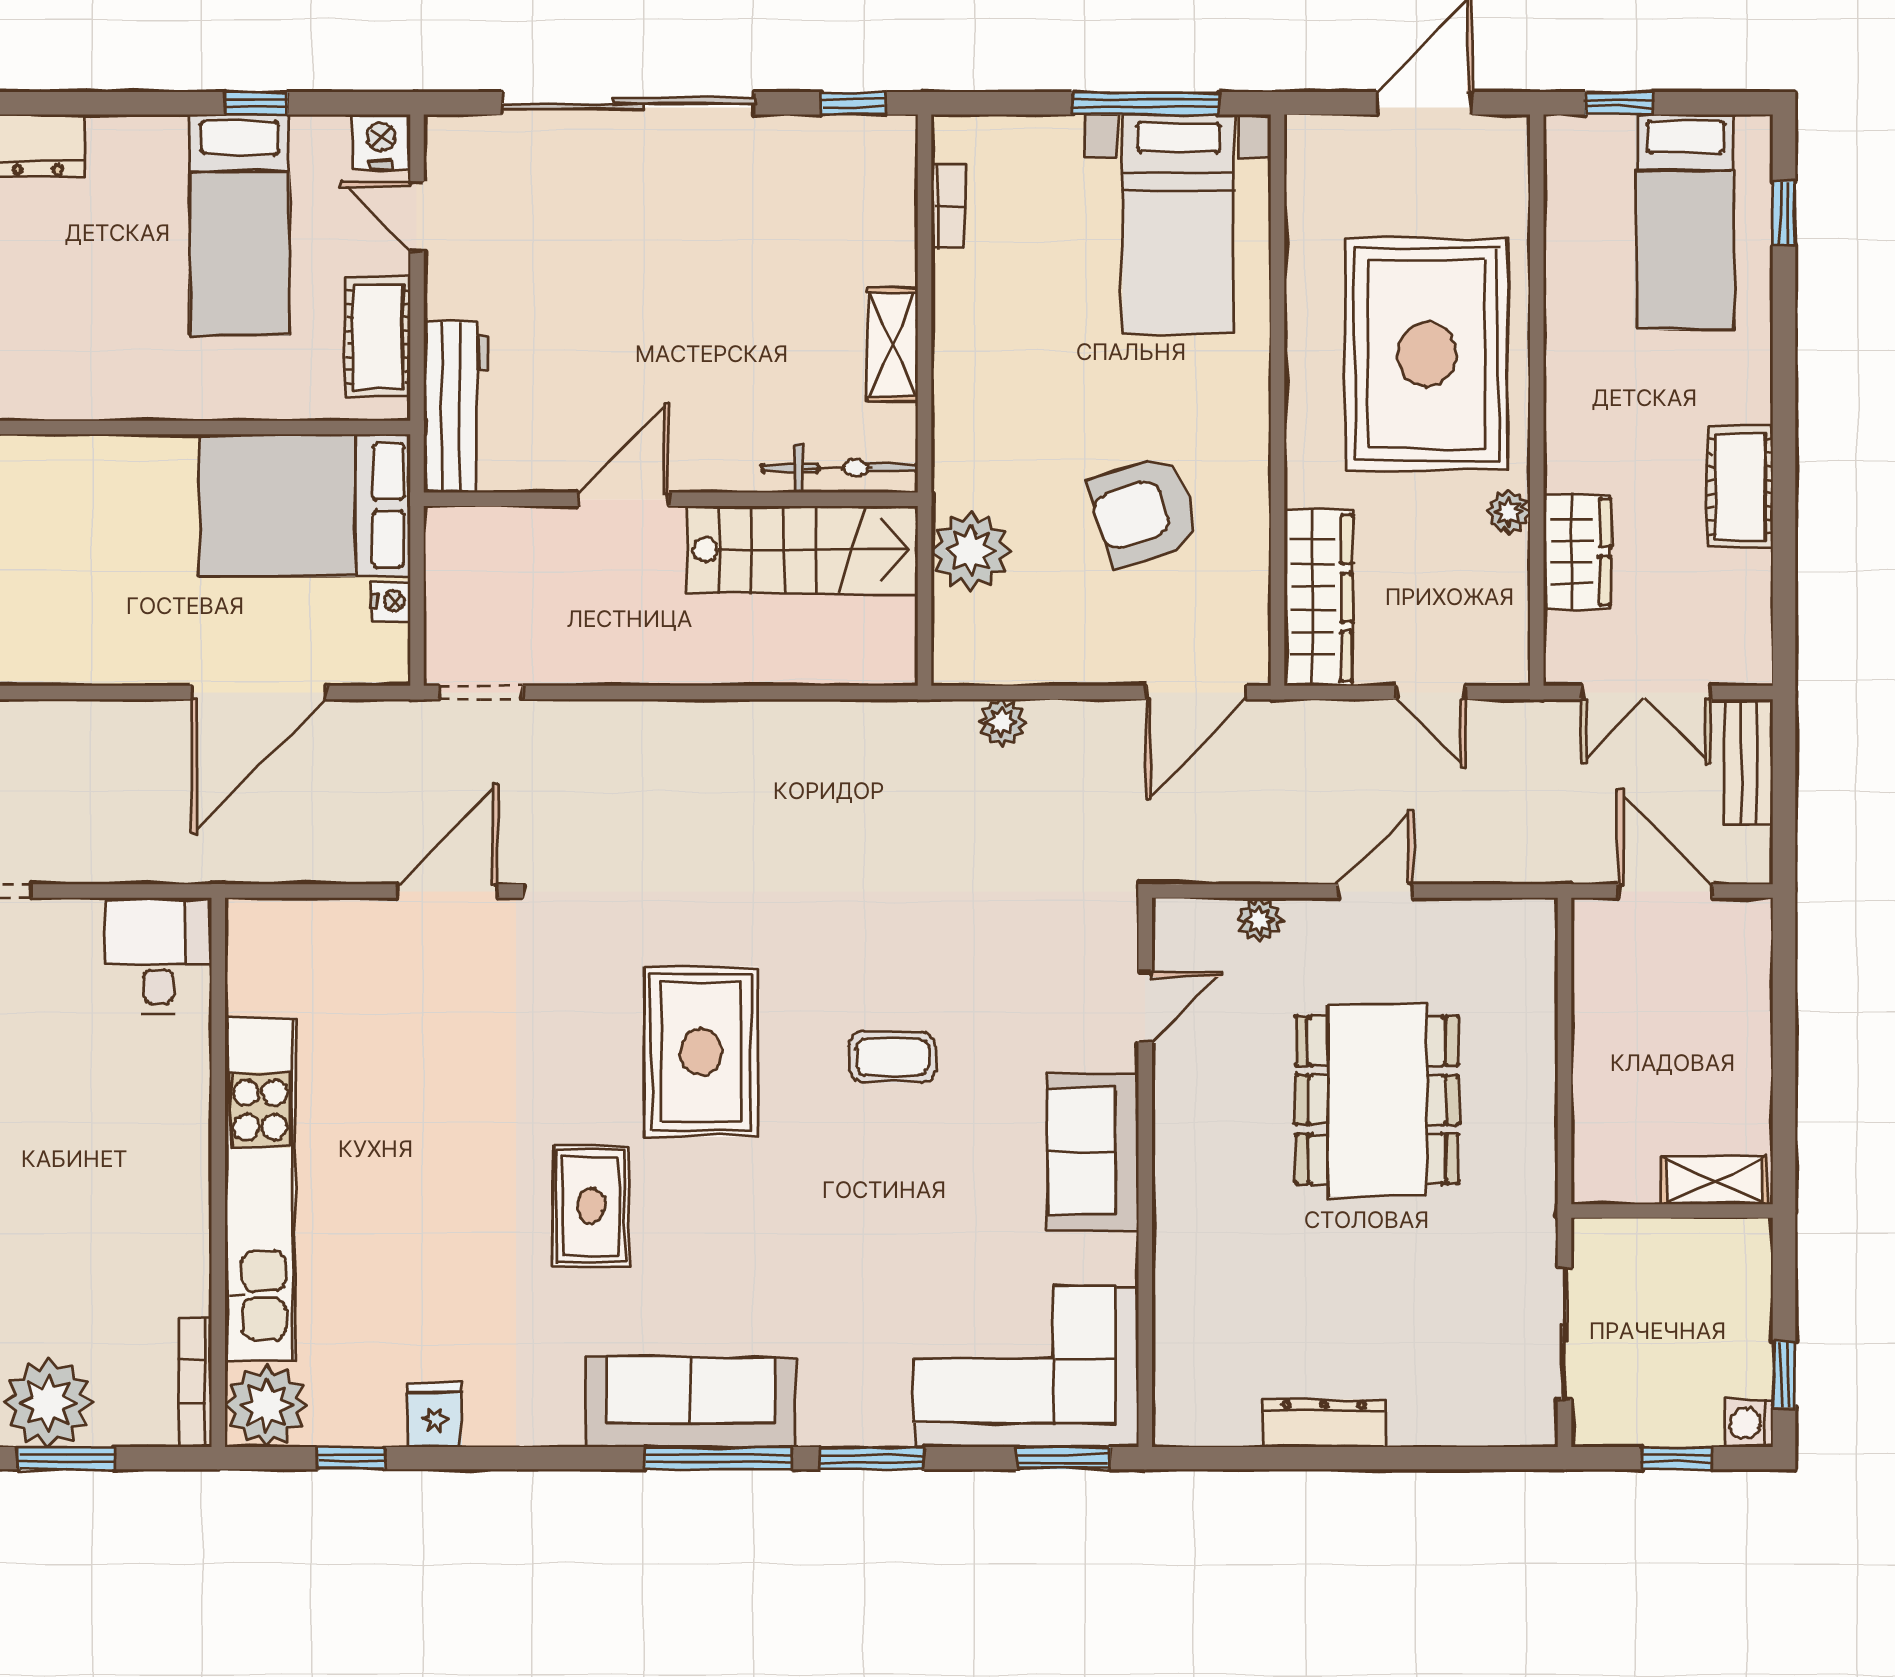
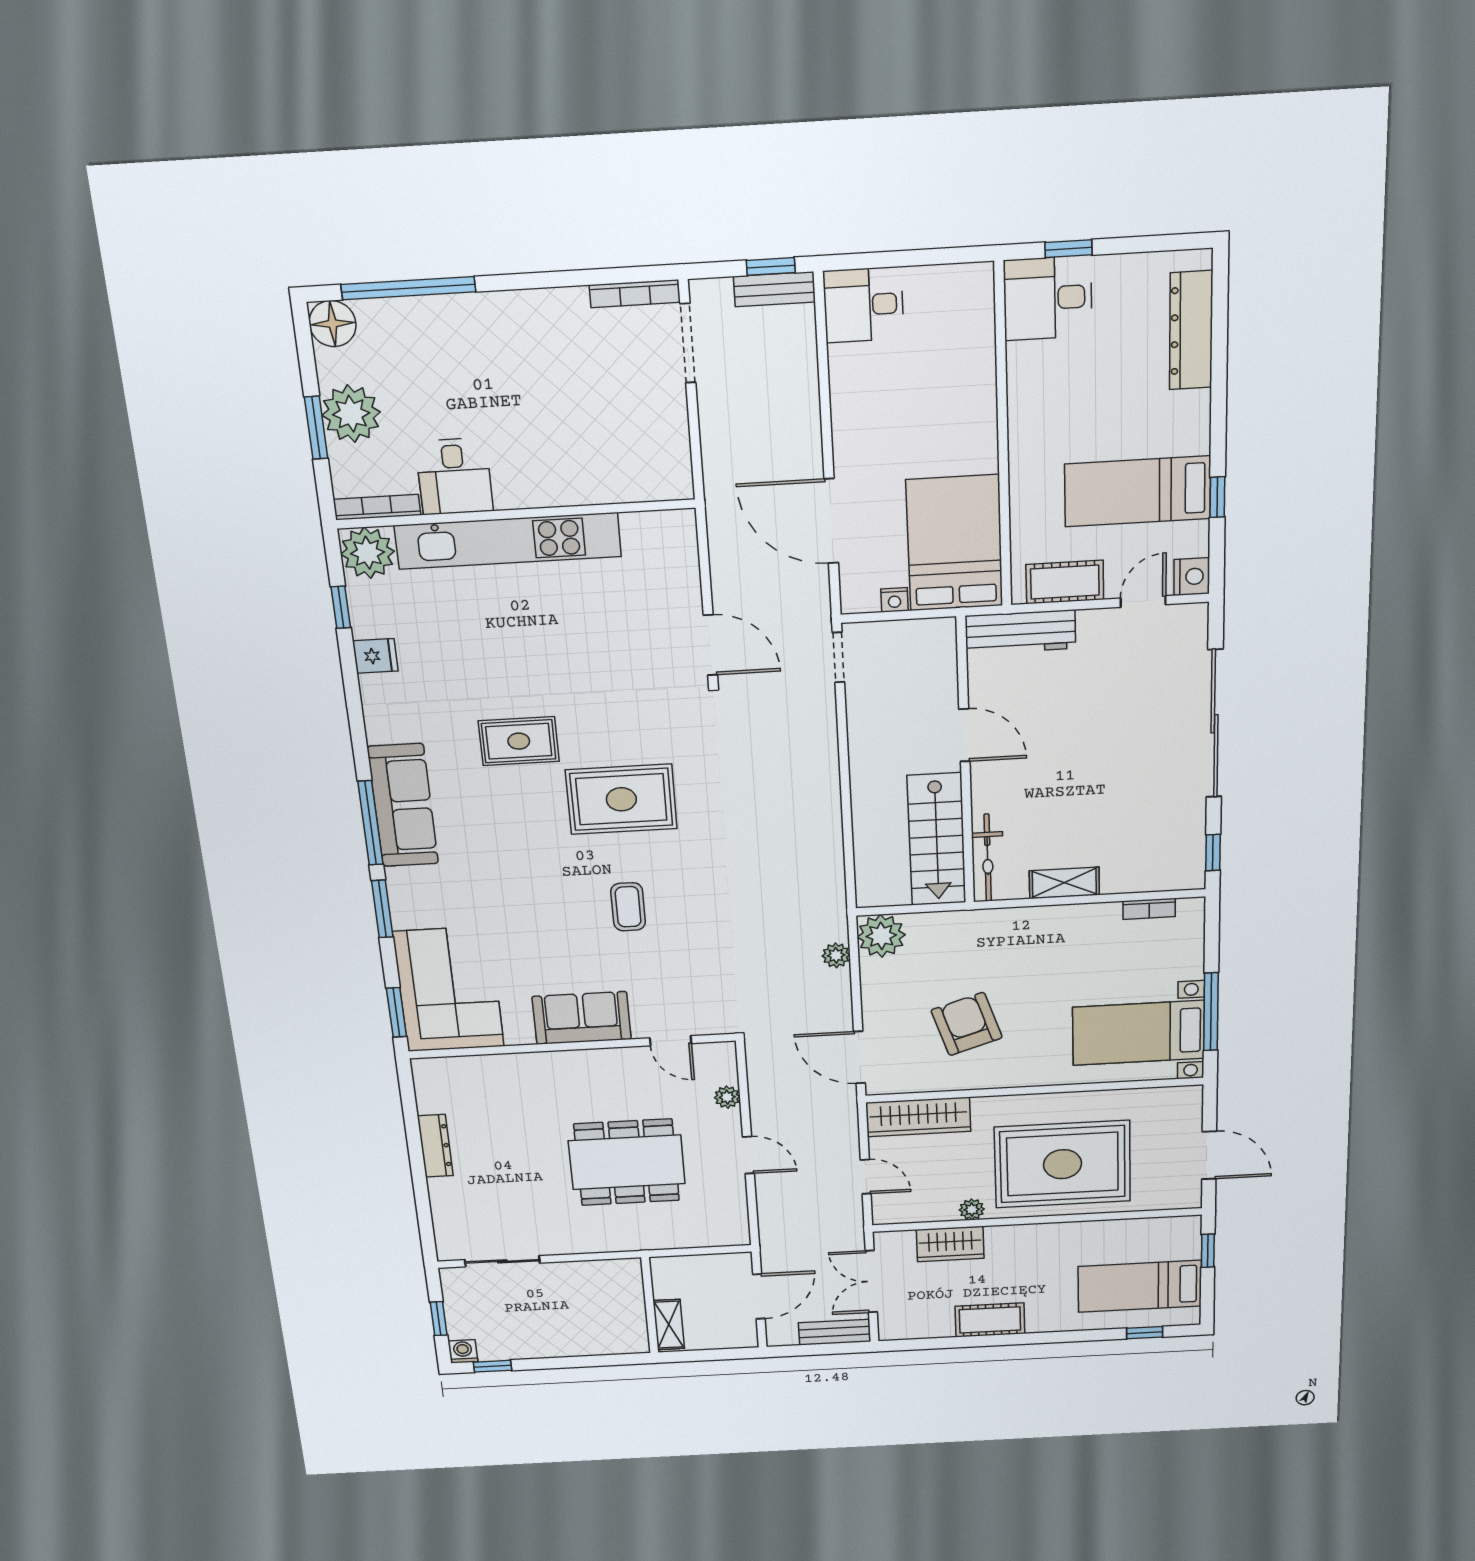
plant: (971, 551) -> (881, 936), moved
door: (1431, 692) -> (866, 1177), swing flipped
desk: (158, 955) -> (454, 476), moved, turned 90
shelving: (1715, 1181) -> (669, 1325), moved
wall: (1672, 1211) -> (650, 1305), moved

